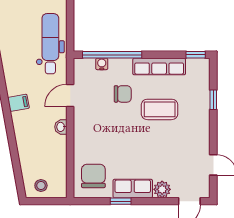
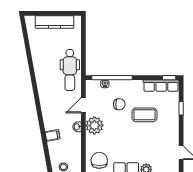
dental chair: (50, 44) -> (70, 70), turned 180
row of seats: (159, 67) -> (161, 86), moved
filing cabinet: (18, 103) -> (53, 135), moved
plant: (86, 125) -> (94, 125), added

